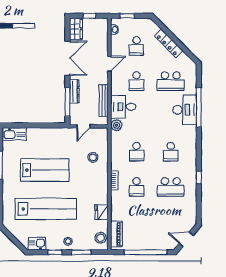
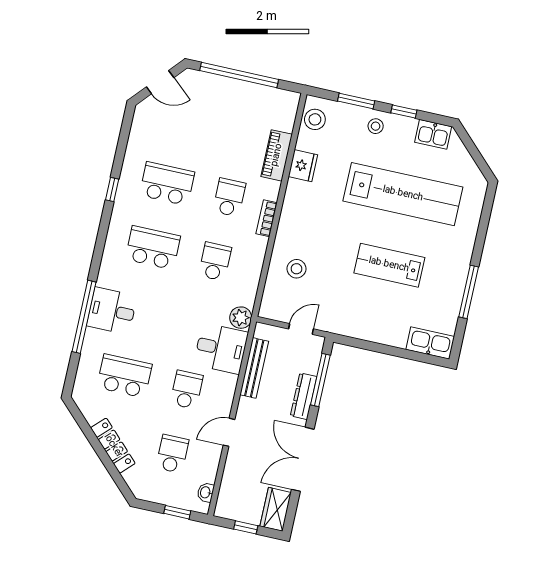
desk: (185, 110) -> (112, 311), width x0.73
school desk: (171, 152) -> (153, 248), width x1.85
lab bench: (45, 170) -> (389, 265), width x0.73, depth x0.72
lab bench: (46, 209) -> (403, 194), turned 180
piano: (116, 234) -> (277, 155), moved

